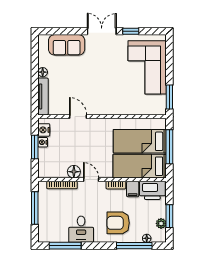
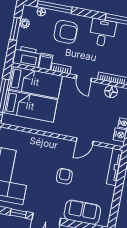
floor lamp: (43, 72) -> (110, 190), removed
armchair: (92, 78) -> (64, 176), added
door: (78, 117) -> (85, 141), hinge flipped
floor lamp: (74, 172) -> (111, 91), moved

